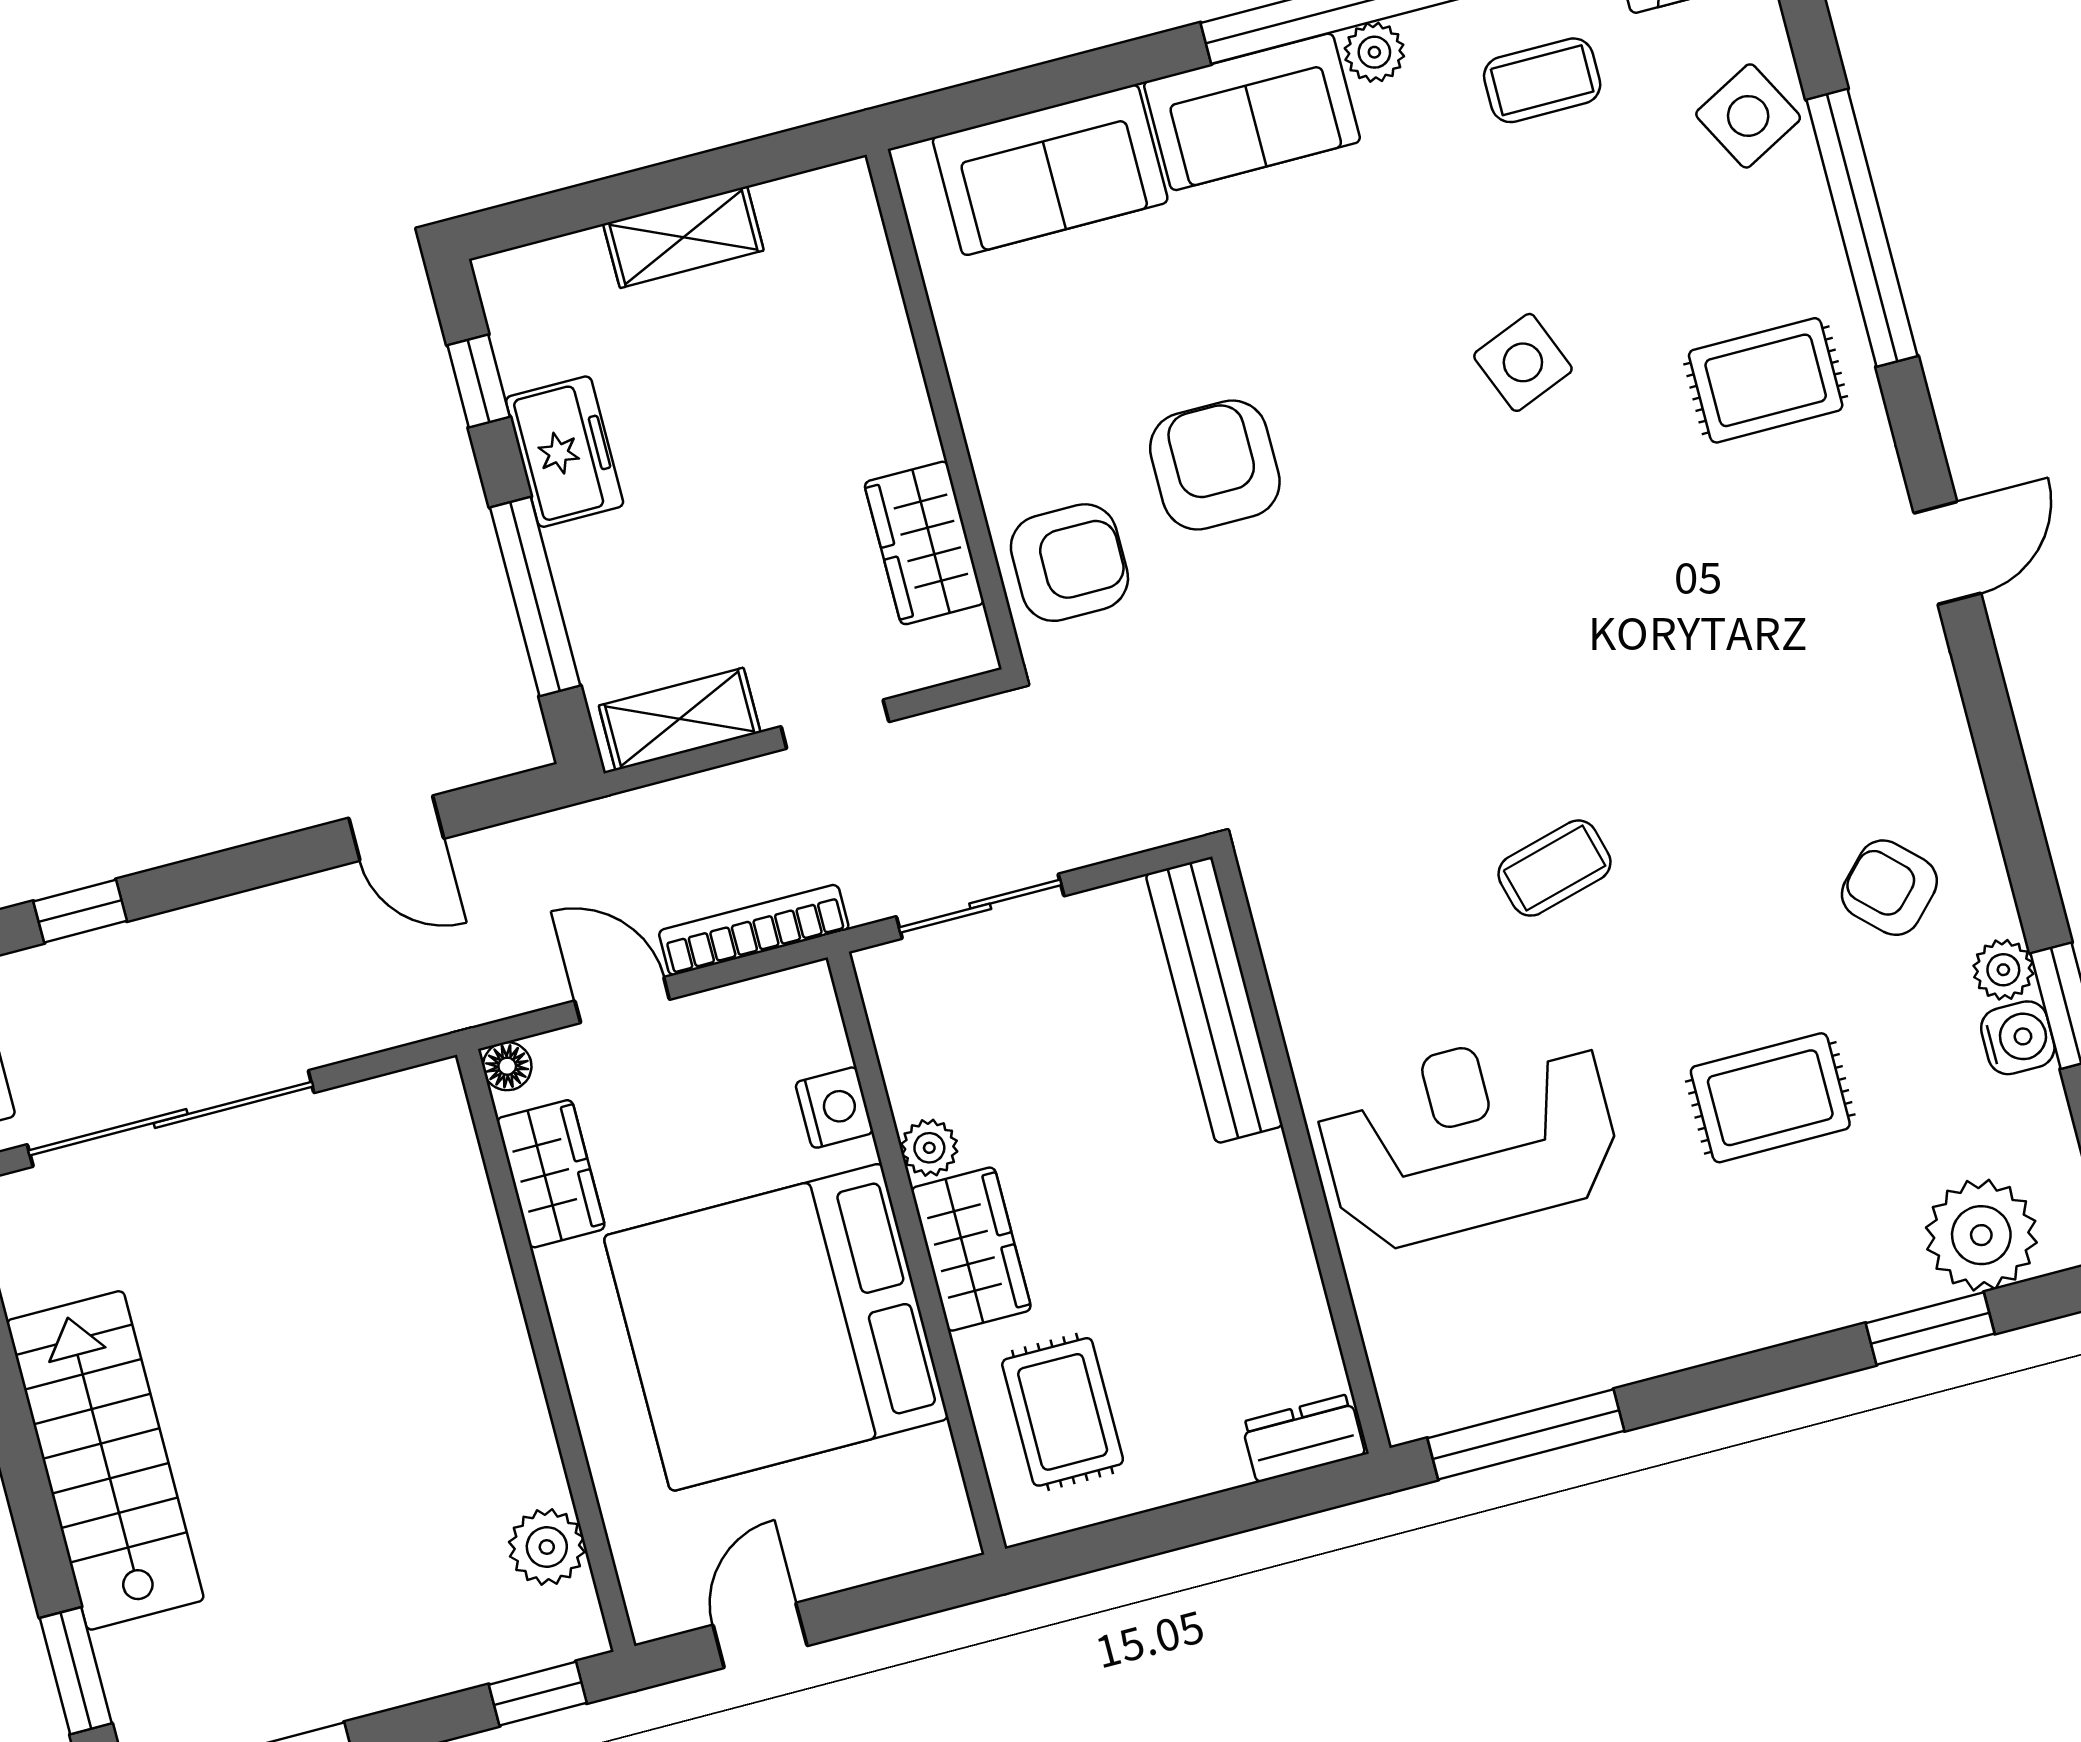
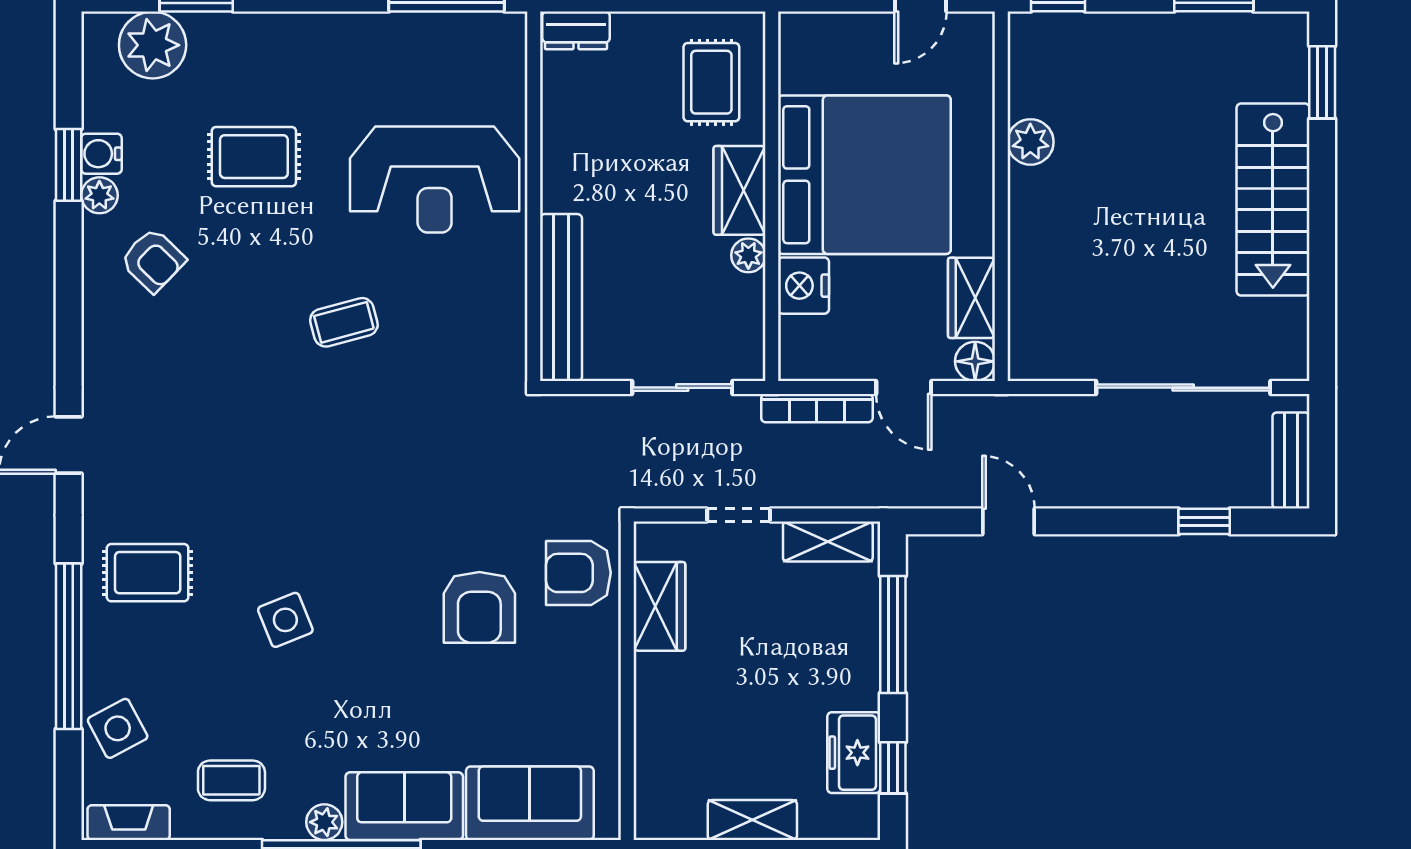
freezer: (565, 452) -> (854, 753), moved
floor lamp: (507, 1066) -> (975, 361), width x1.37, depth x1.37
nightstand: (834, 1108) -> (803, 286), width x1.36, depth x1.33
plant: (547, 1547) -> (1030, 142), moved

